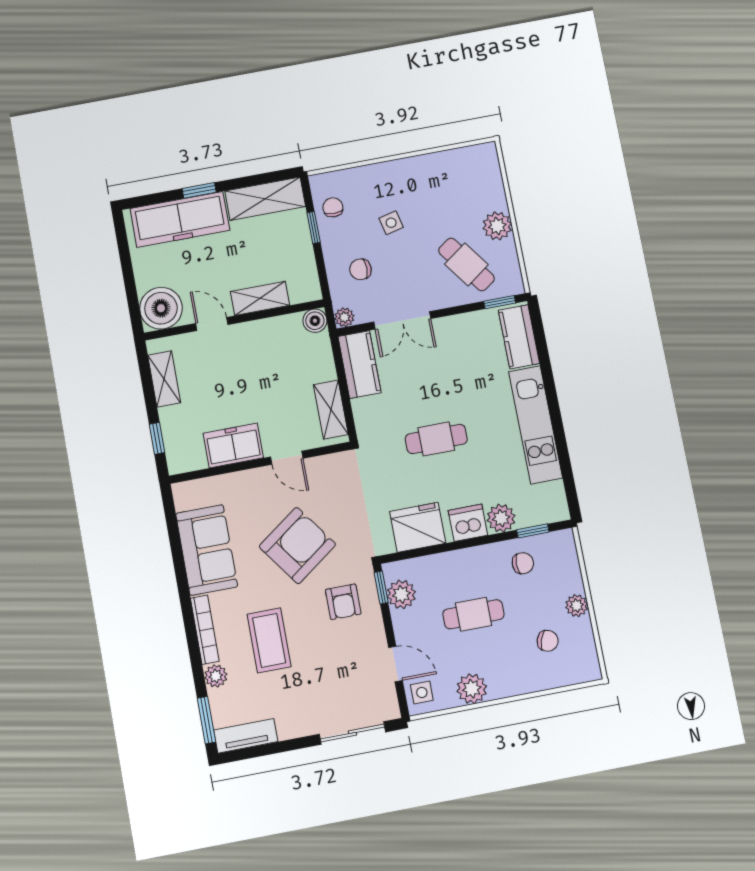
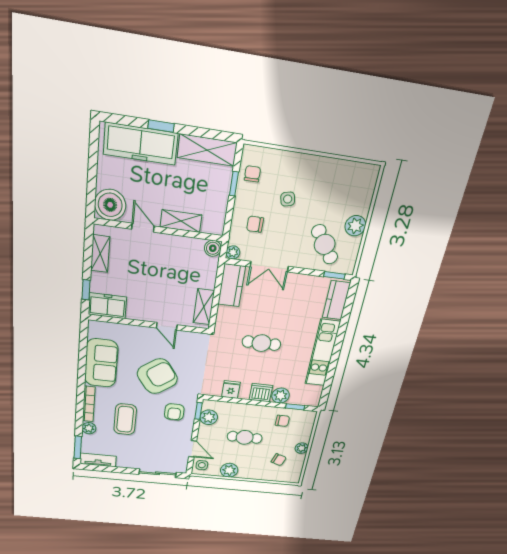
freezer: (233, 446) -> (107, 306), moved
fridge: (418, 527) -> (231, 390), width x0.53, depth x0.75

